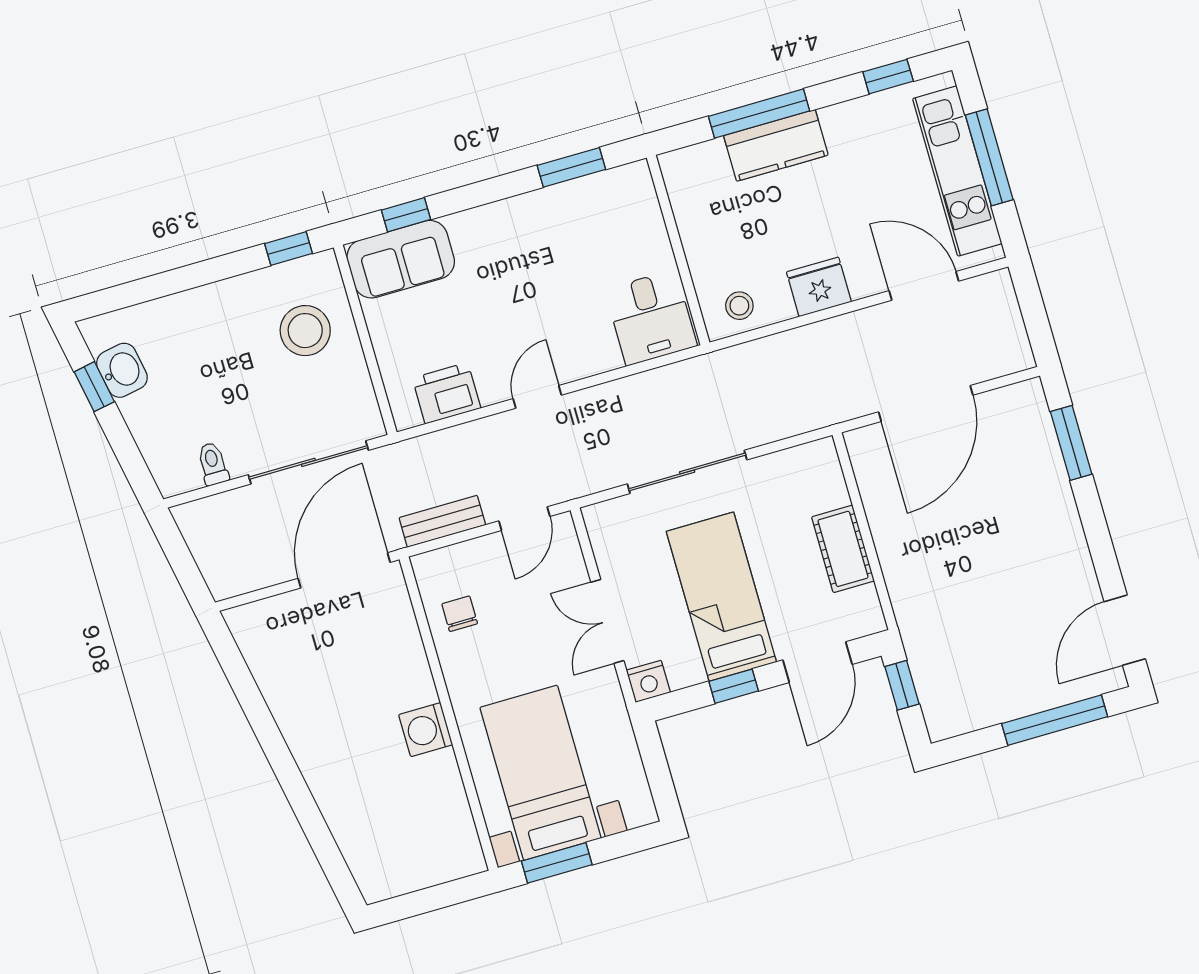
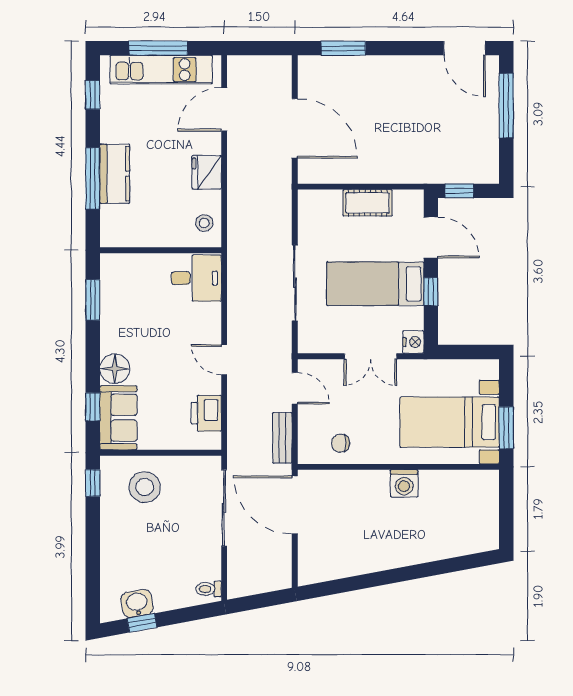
floor lamp: (475, 232) -> (115, 369), added
toilet: (213, 464) -> (209, 589), moved

